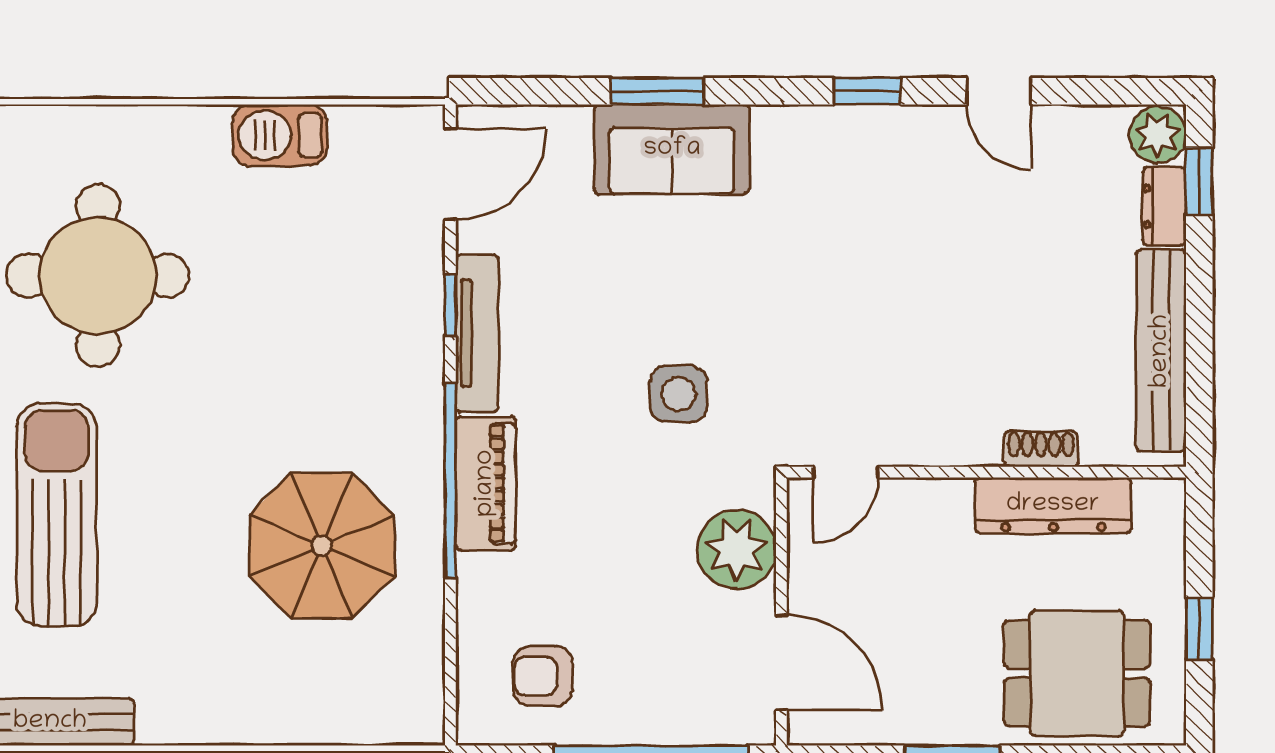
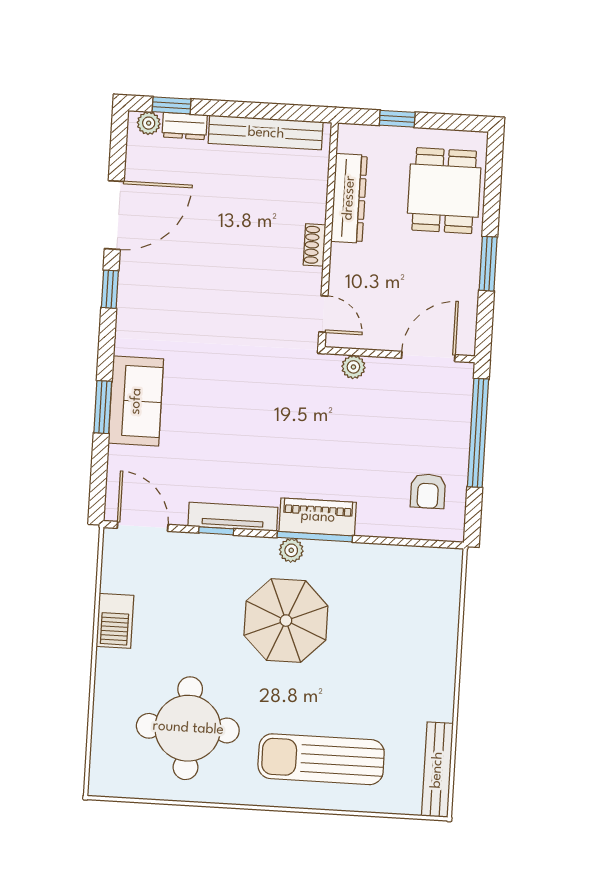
door: (999, 91) -> (114, 215), width x1.87
plant: (1158, 135) -> (149, 123), width x0.73, depth x0.73
side table: (678, 394) -> (274, 405), removed
plant: (424, 440) -> (291, 550), added
shoe rack: (1041, 449) -> (314, 245), moved
window: (450, 480) -> (315, 537), width x0.68
parasol: (322, 546) -> (286, 621), moved
plant: (737, 549) -> (353, 367), width x0.53, depth x0.53
window: (1199, 629) -> (397, 119), moved

